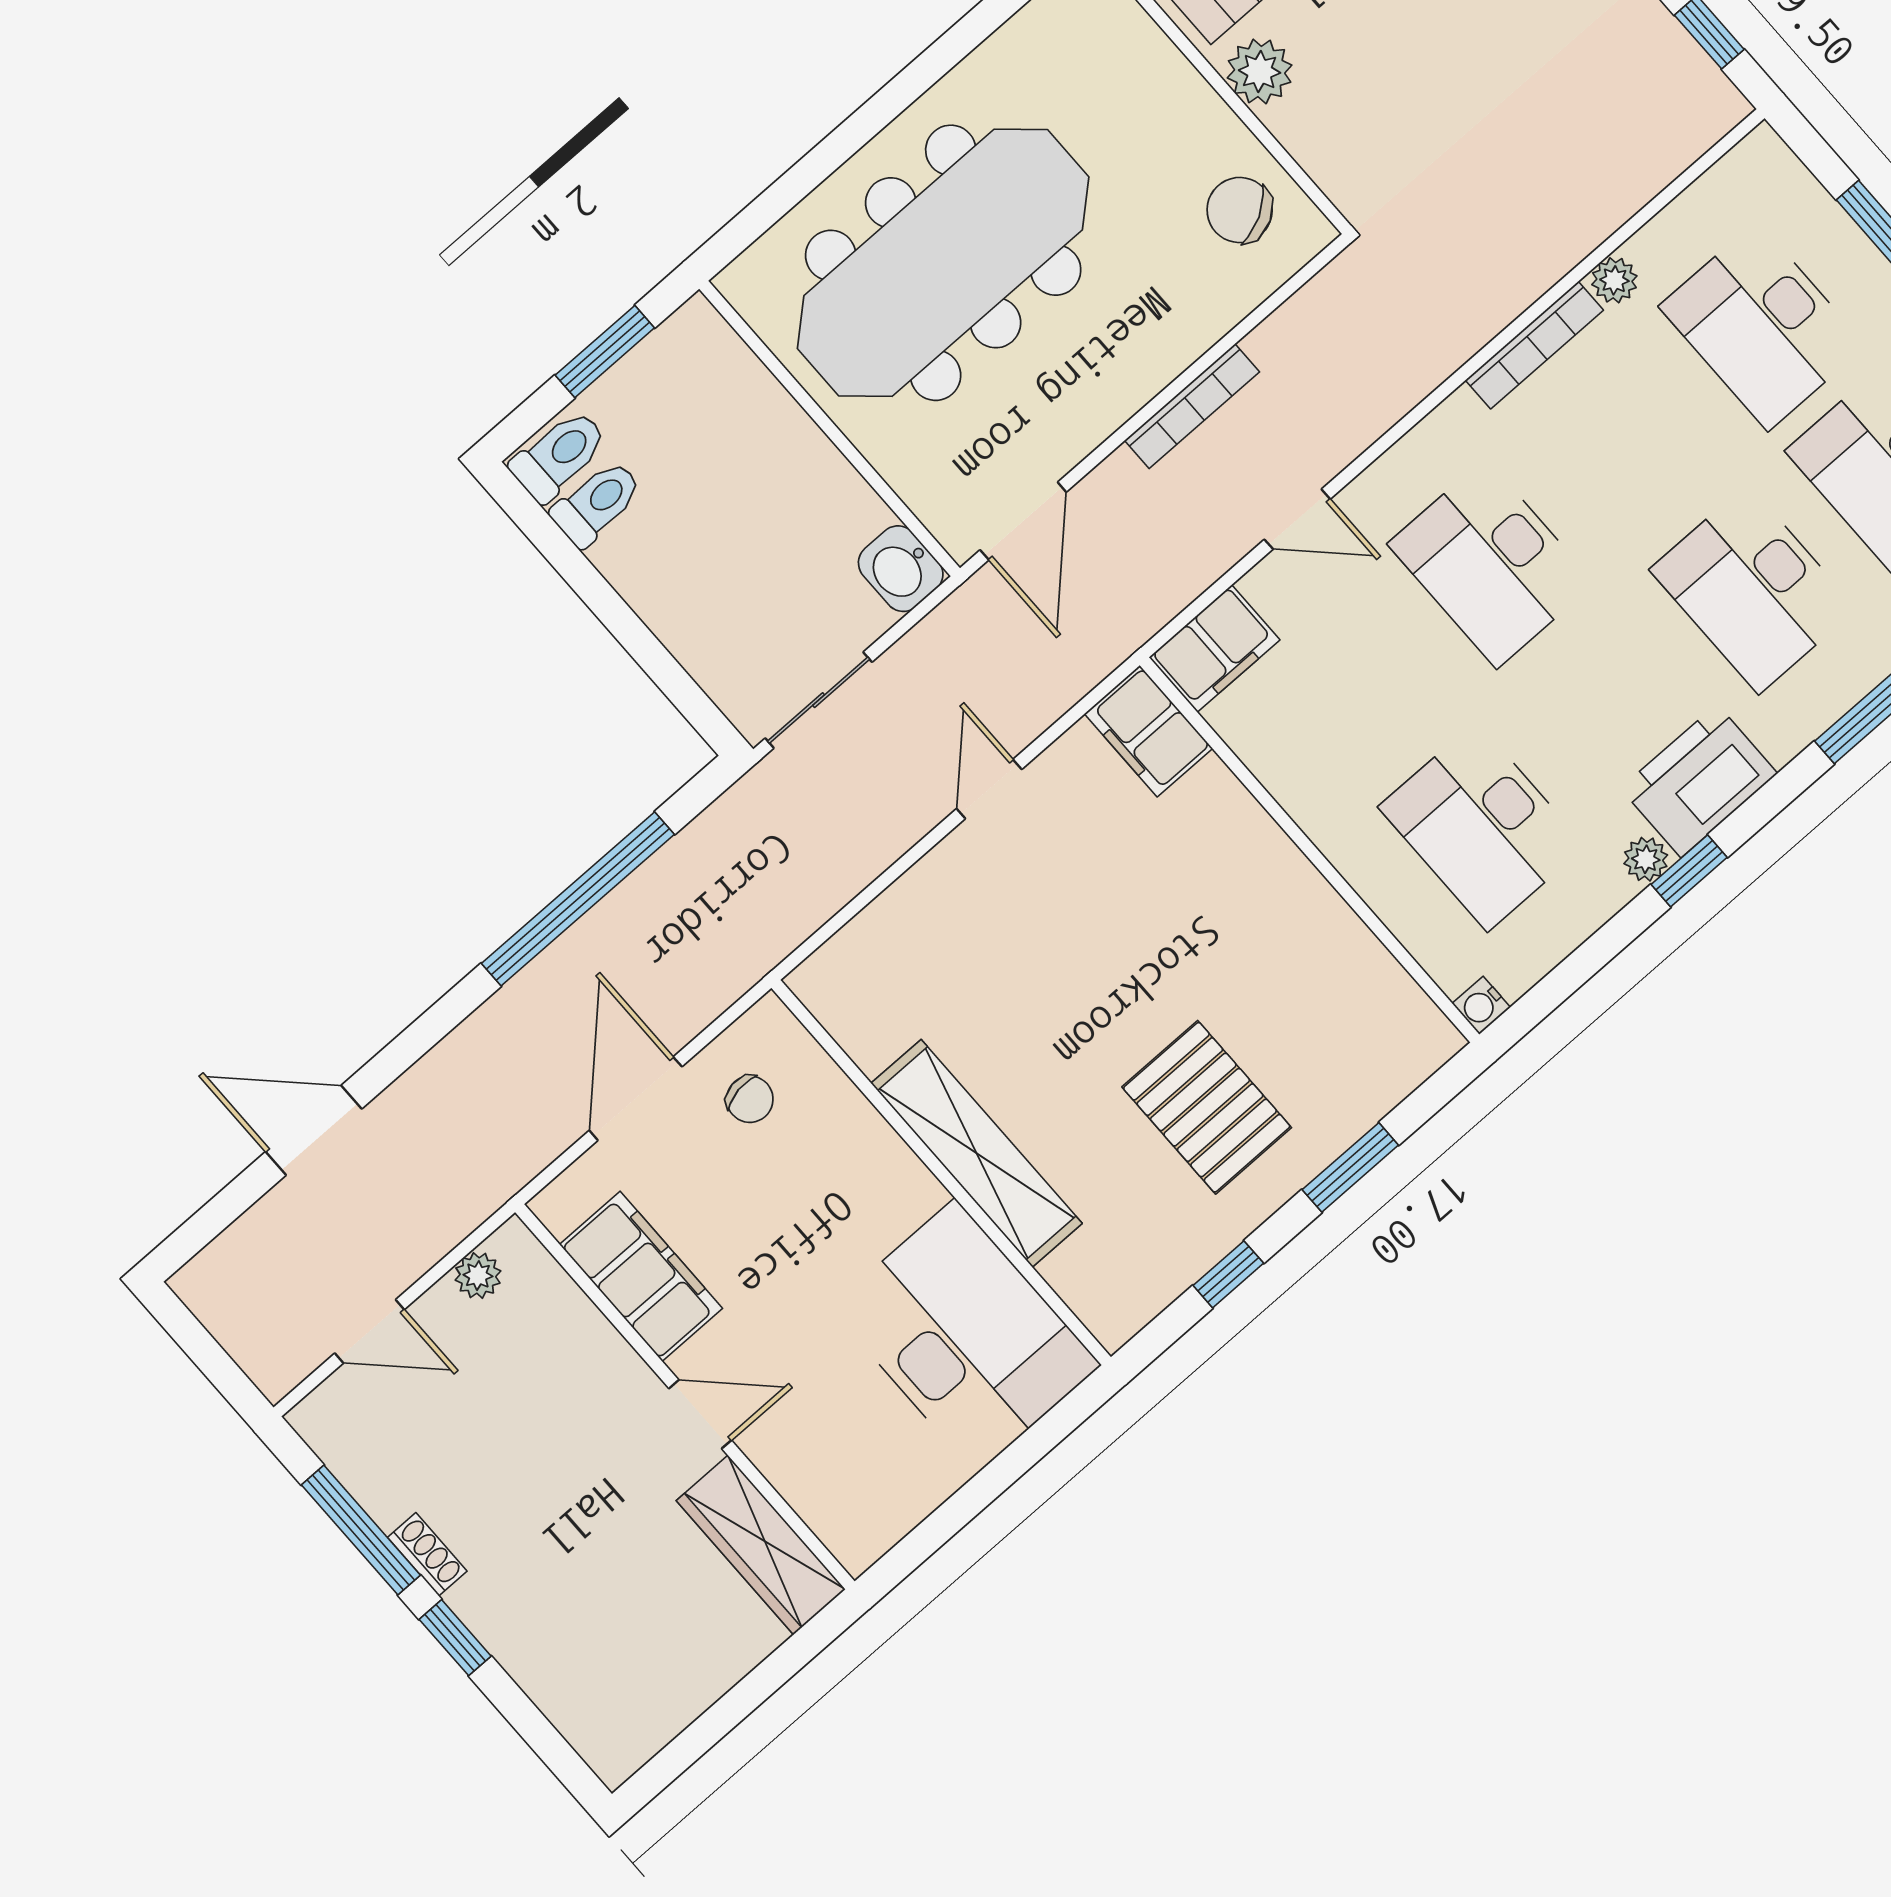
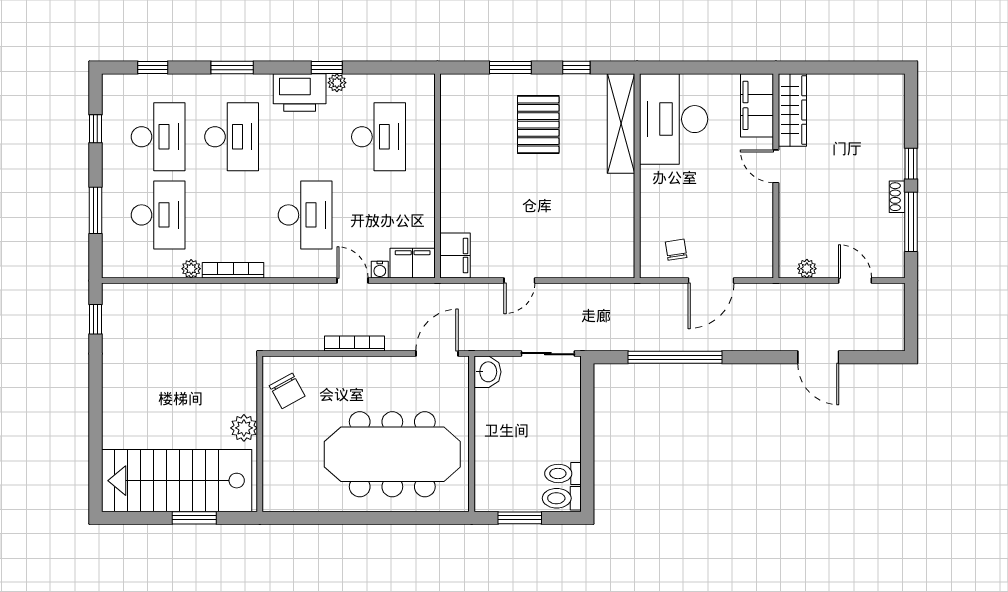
water cooler: (1481, 1005) -> (380, 270), moved, turned 90
shelving: (977, 1153) -> (621, 123), moved
filing cabinet: (641, 1276) -> (757, 105), moved

